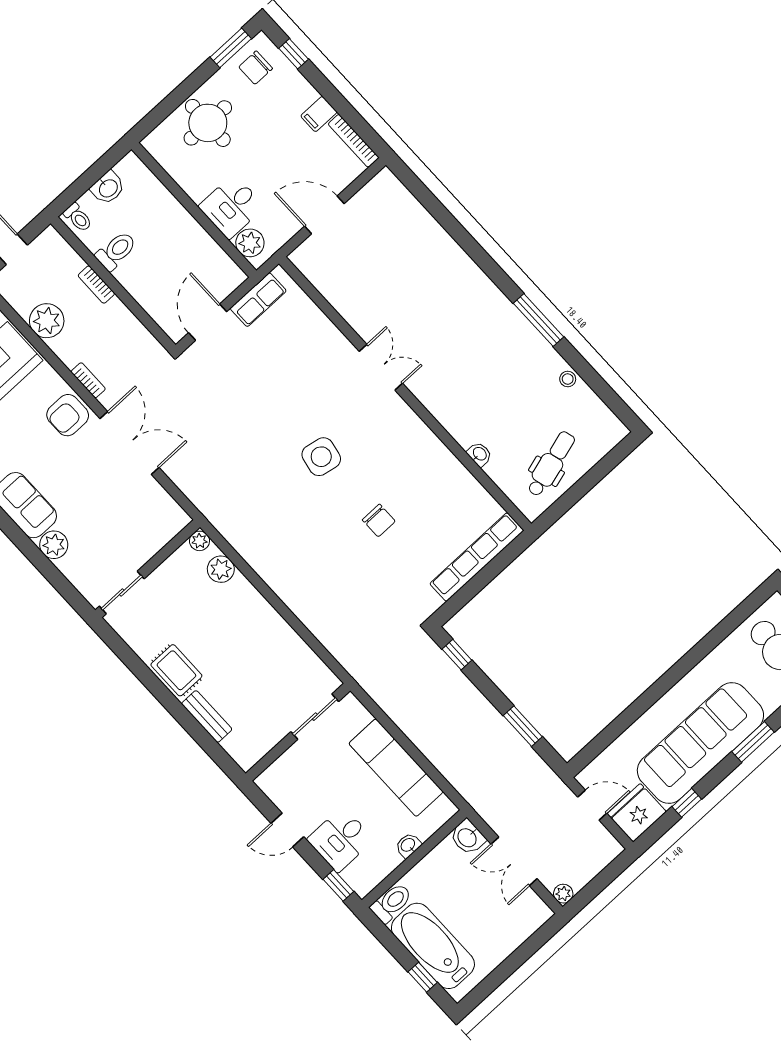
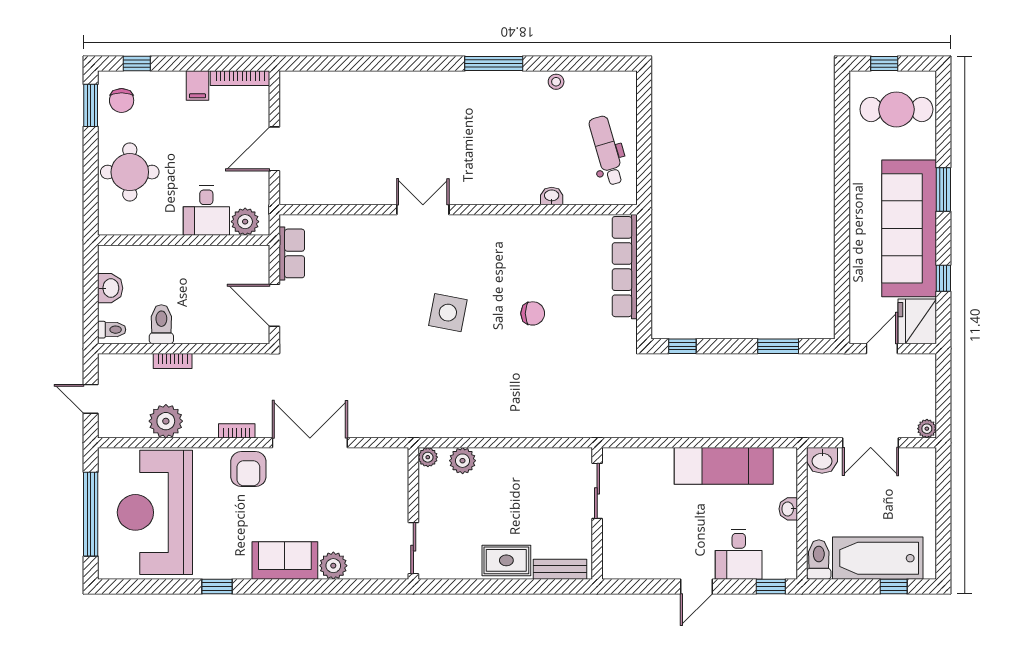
sliding door: (315, 717) -> (597, 491), moved
wall: (298, 732) -> (597, 513), moved

